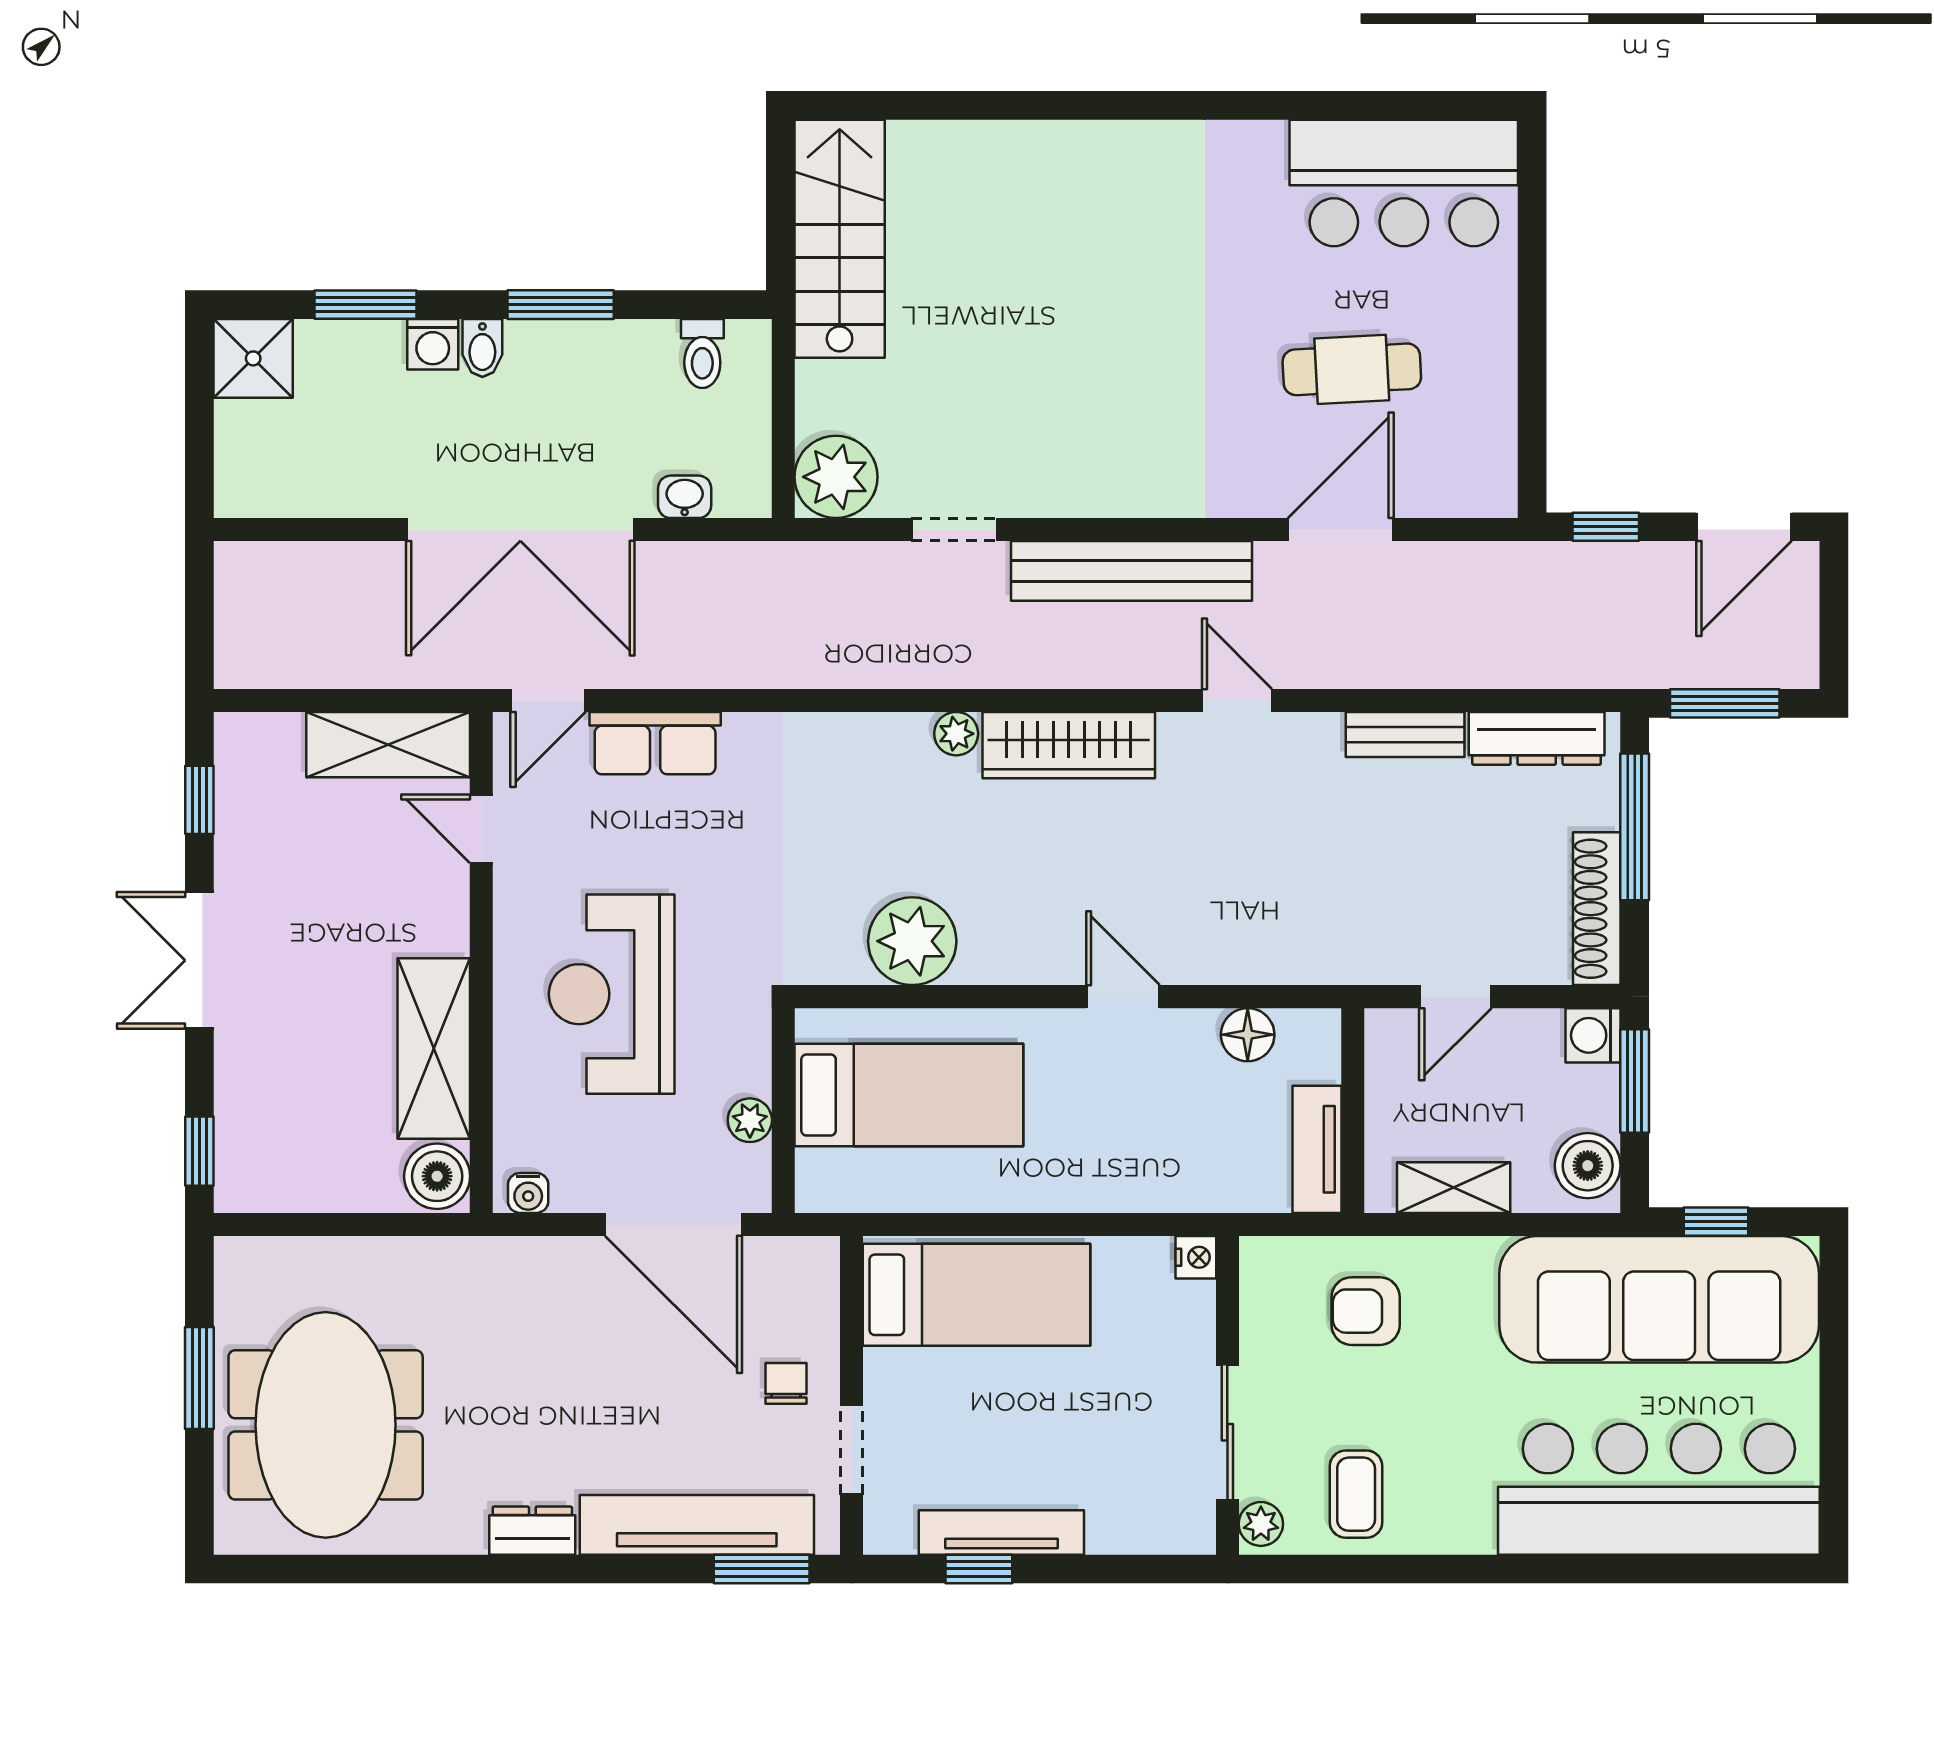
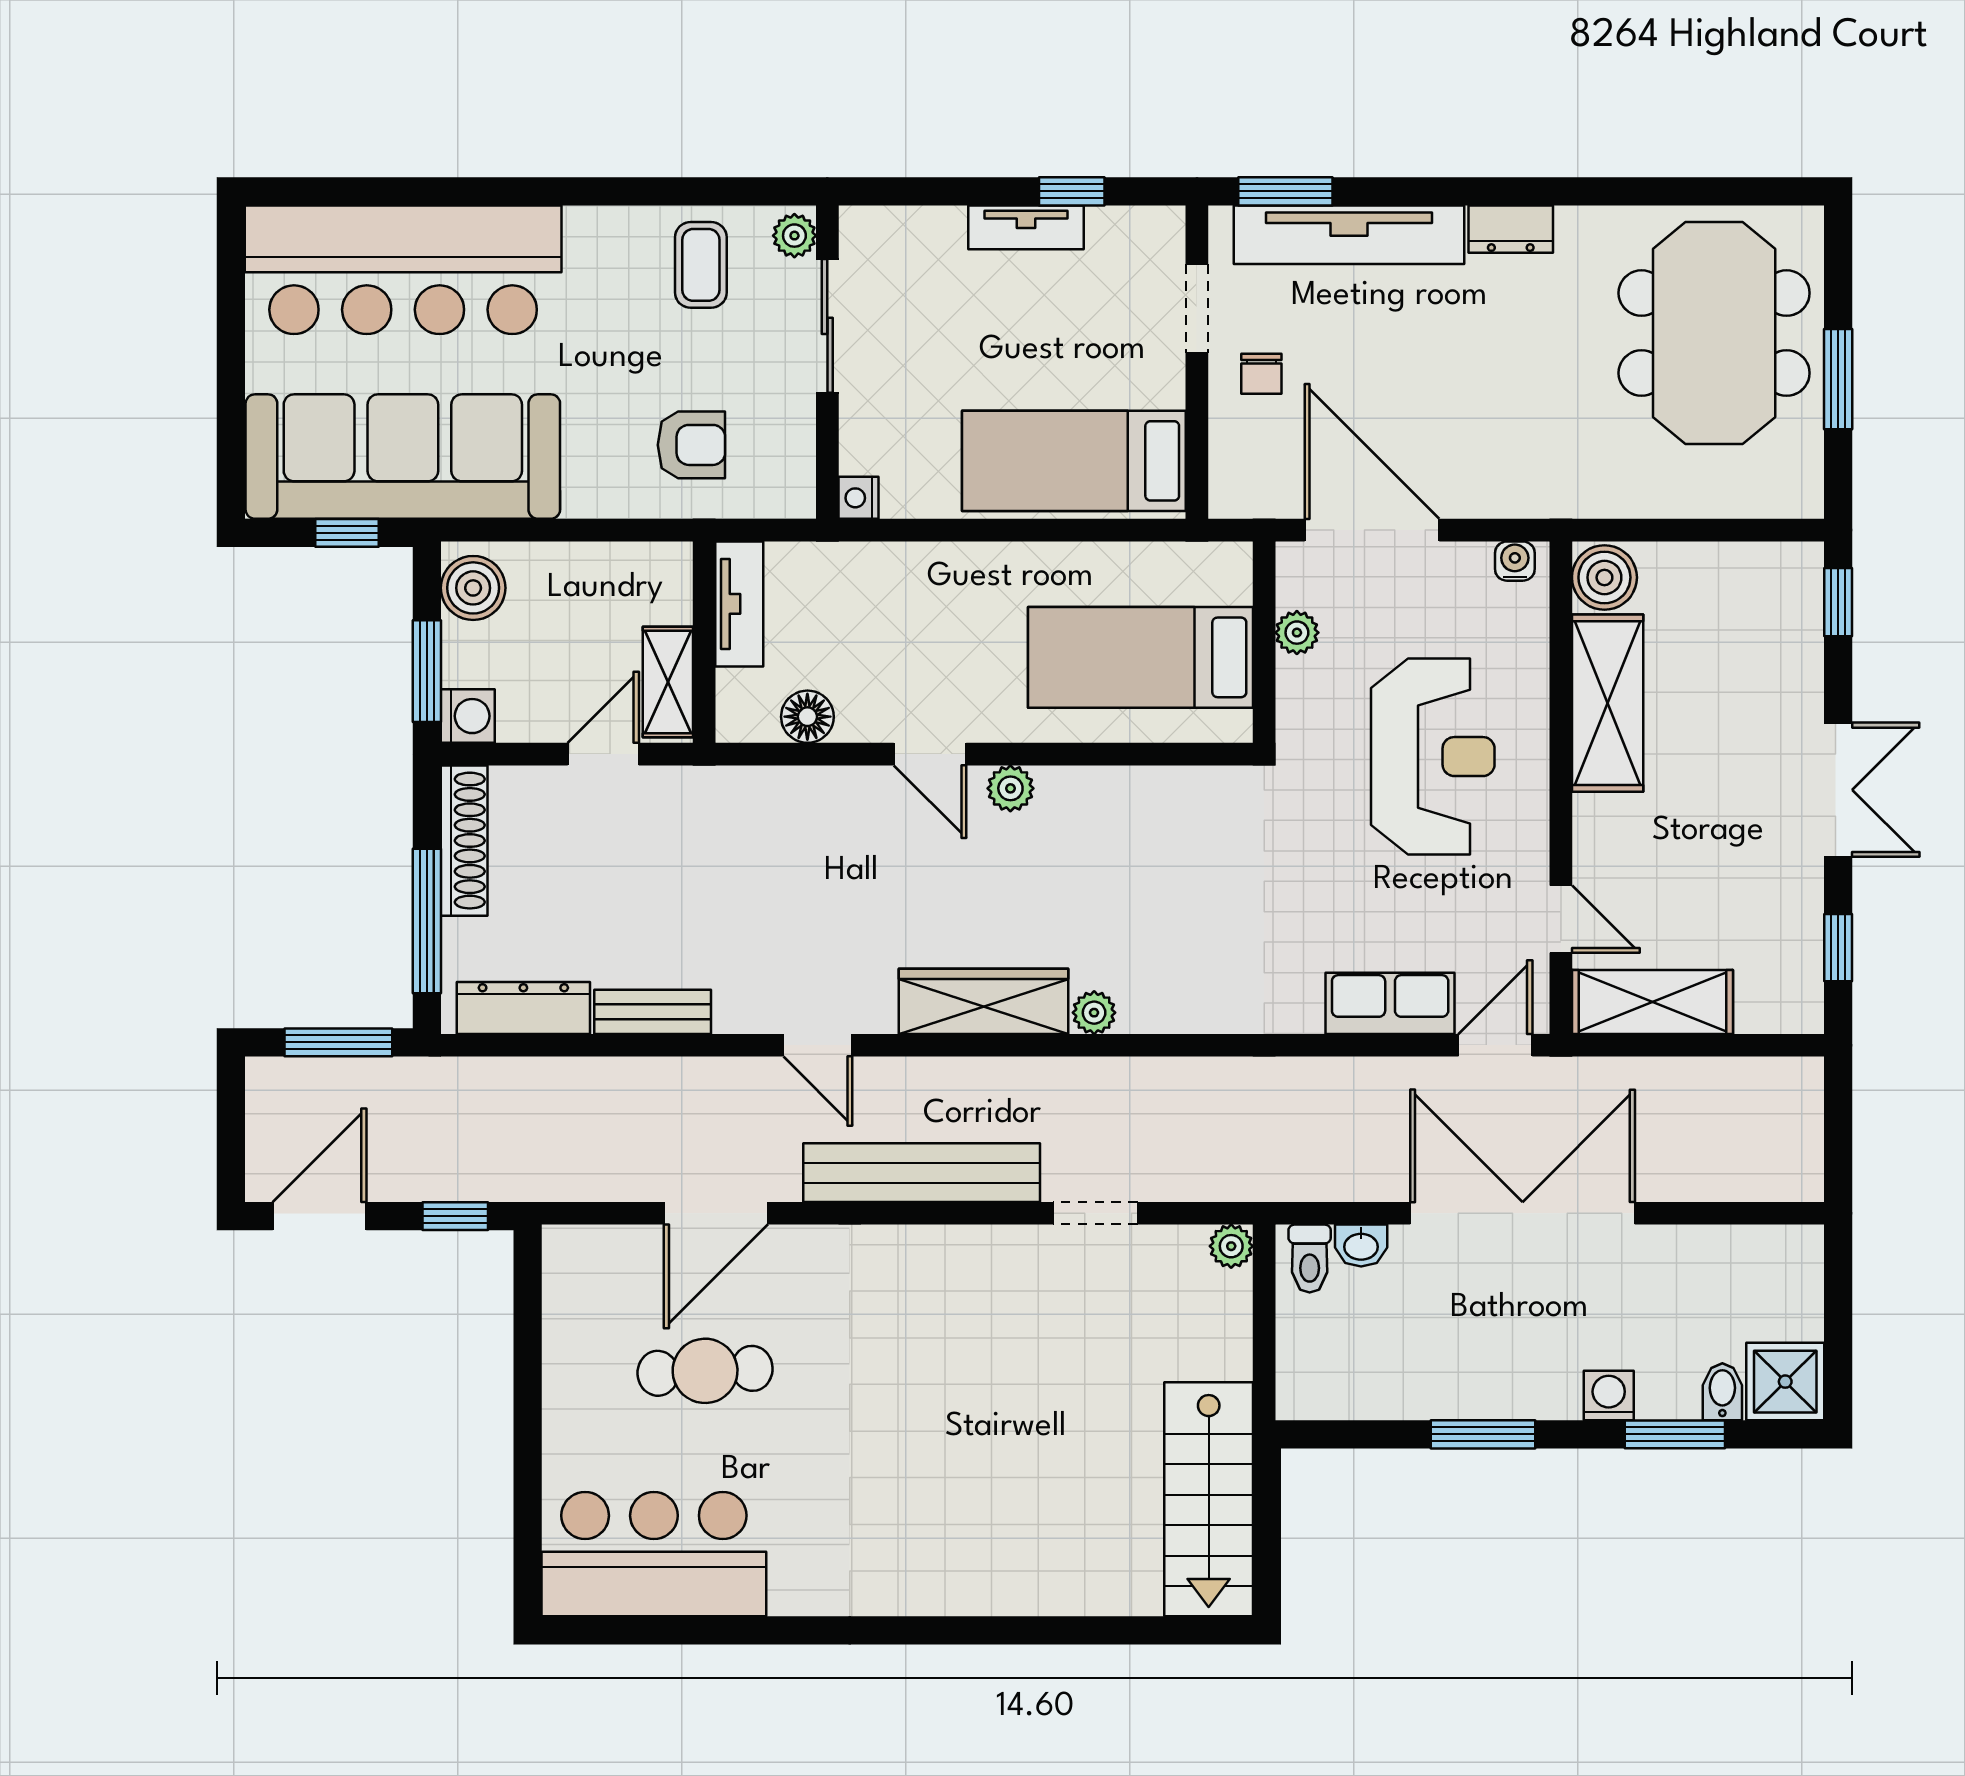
bidet: (482, 348) -> (1722, 1392), moved
toilet: (702, 354) -> (1310, 1259), moved, turned 180
plant: (836, 477) -> (1231, 1246), width x0.53, depth x0.53
plant: (912, 941) -> (1010, 788), moved, width x0.53, depth x0.53
shelving: (1454, 1188) -> (668, 682), moved, turned 90
tv unit: (1001, 1532) -> (1026, 227), width x0.71

